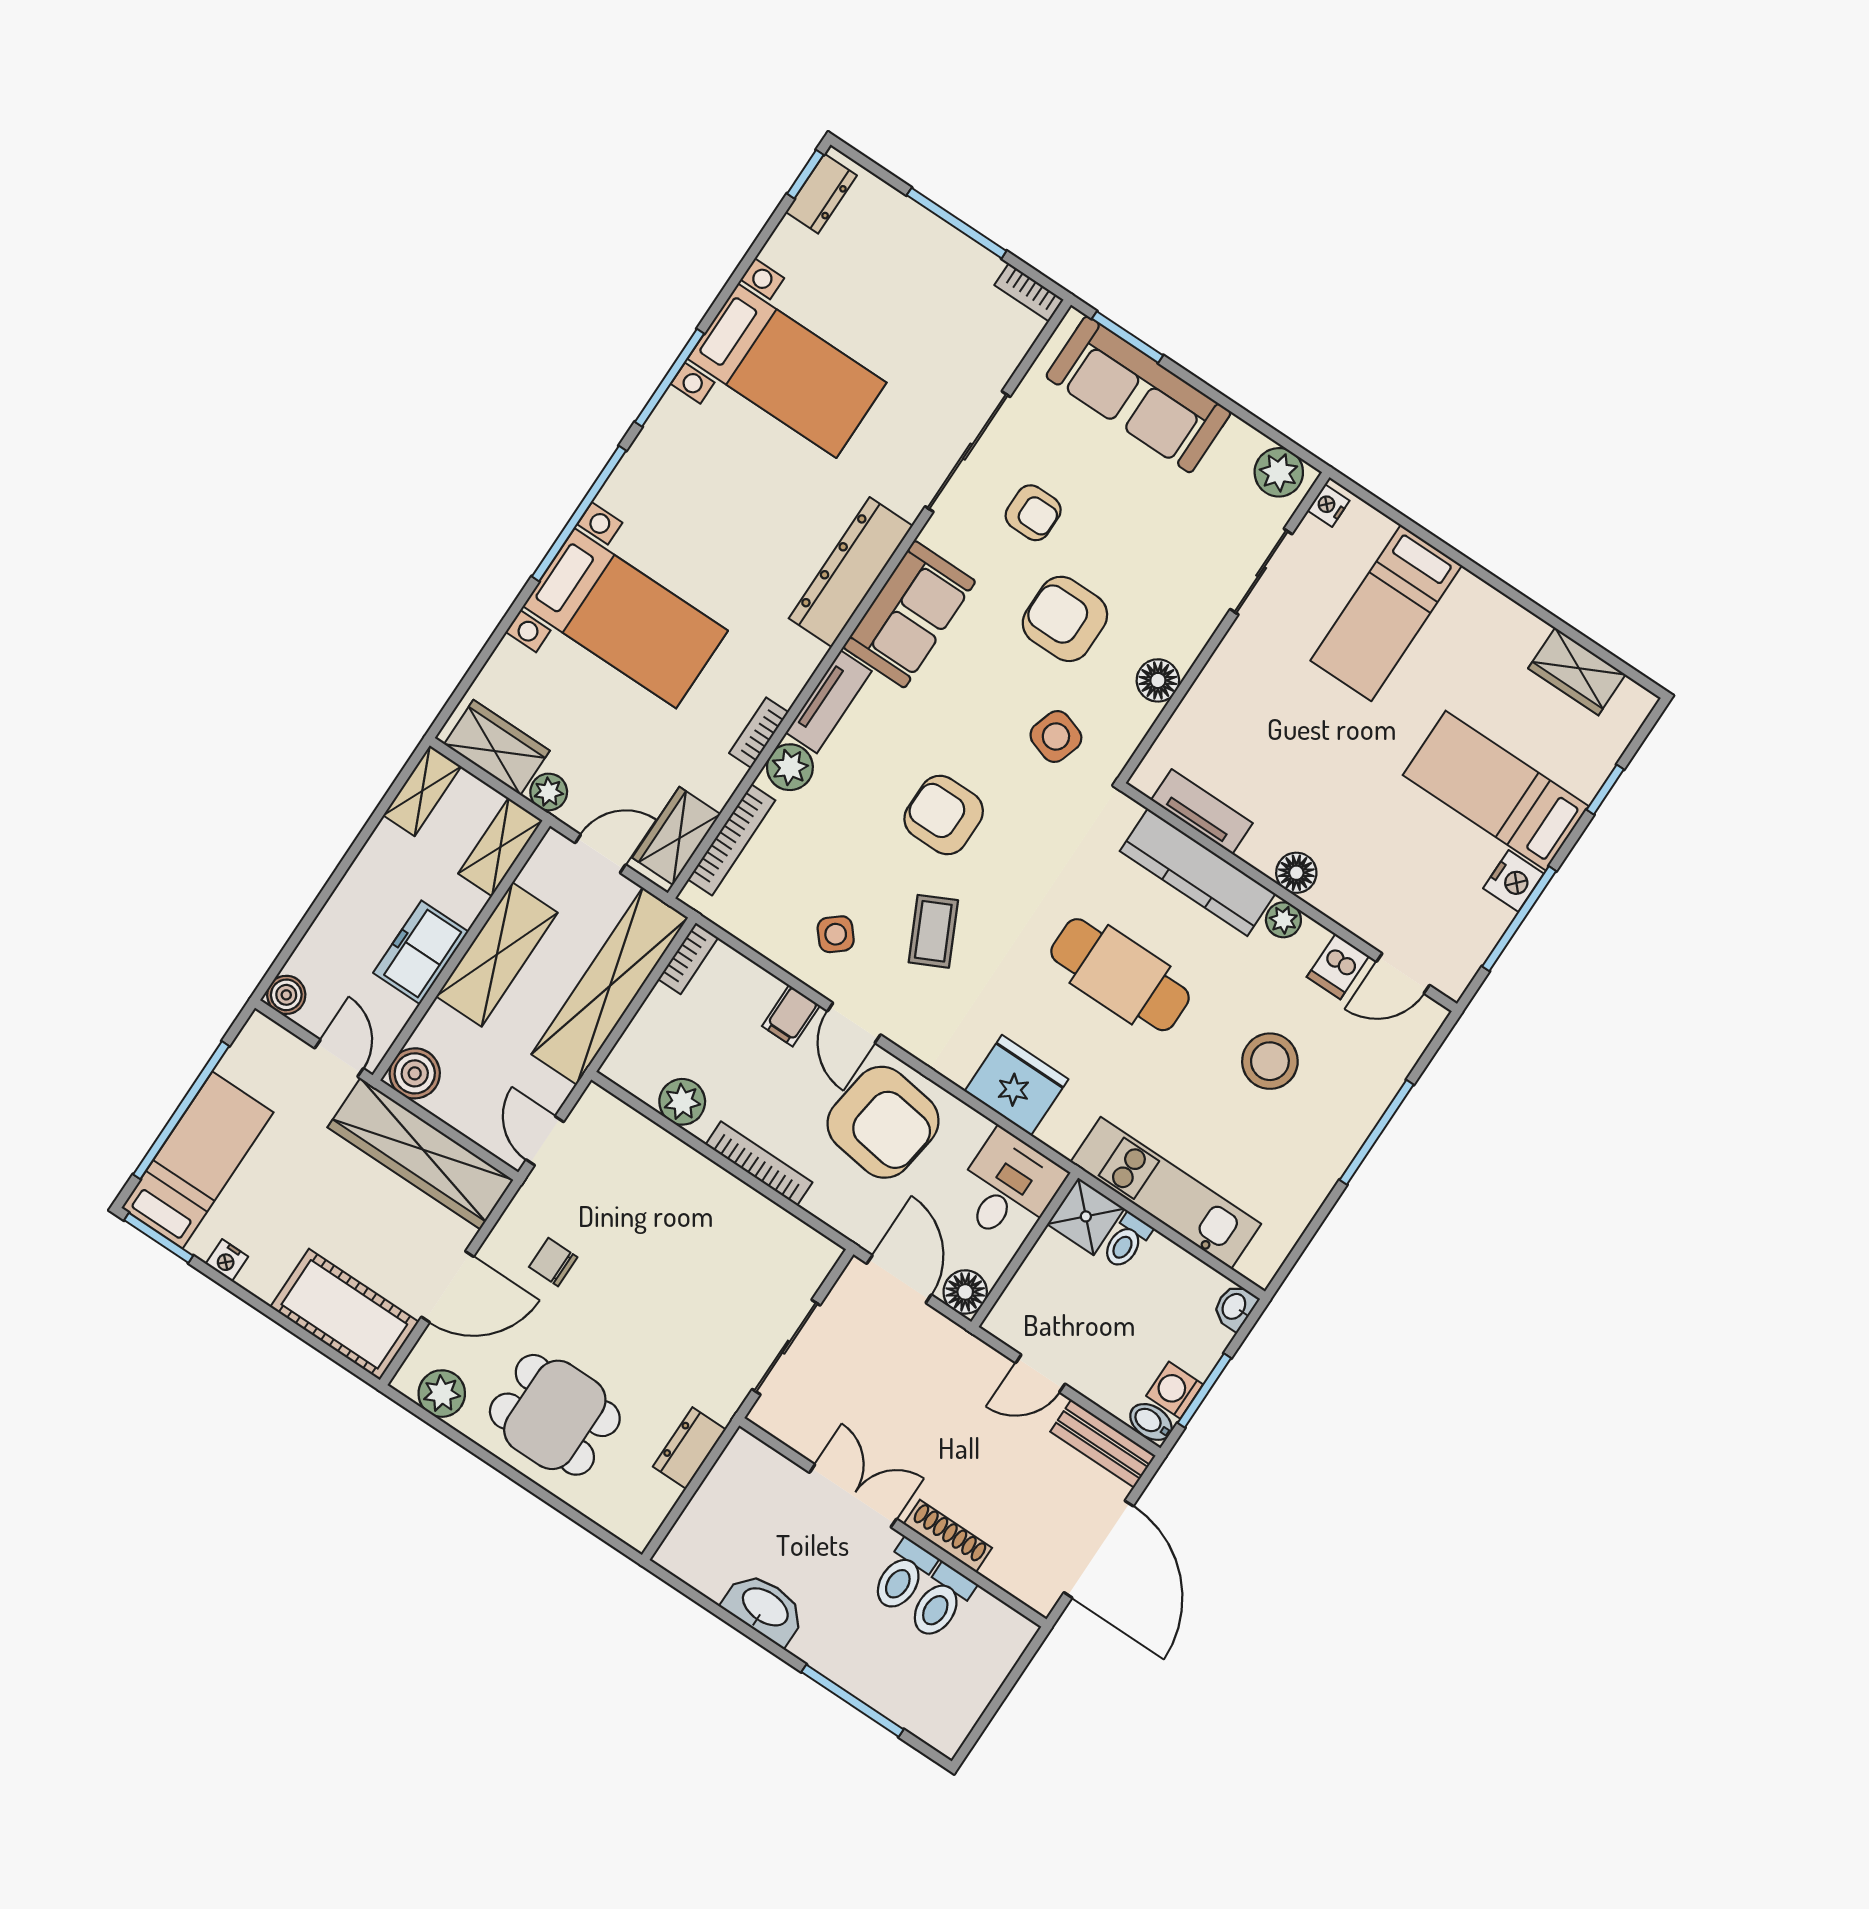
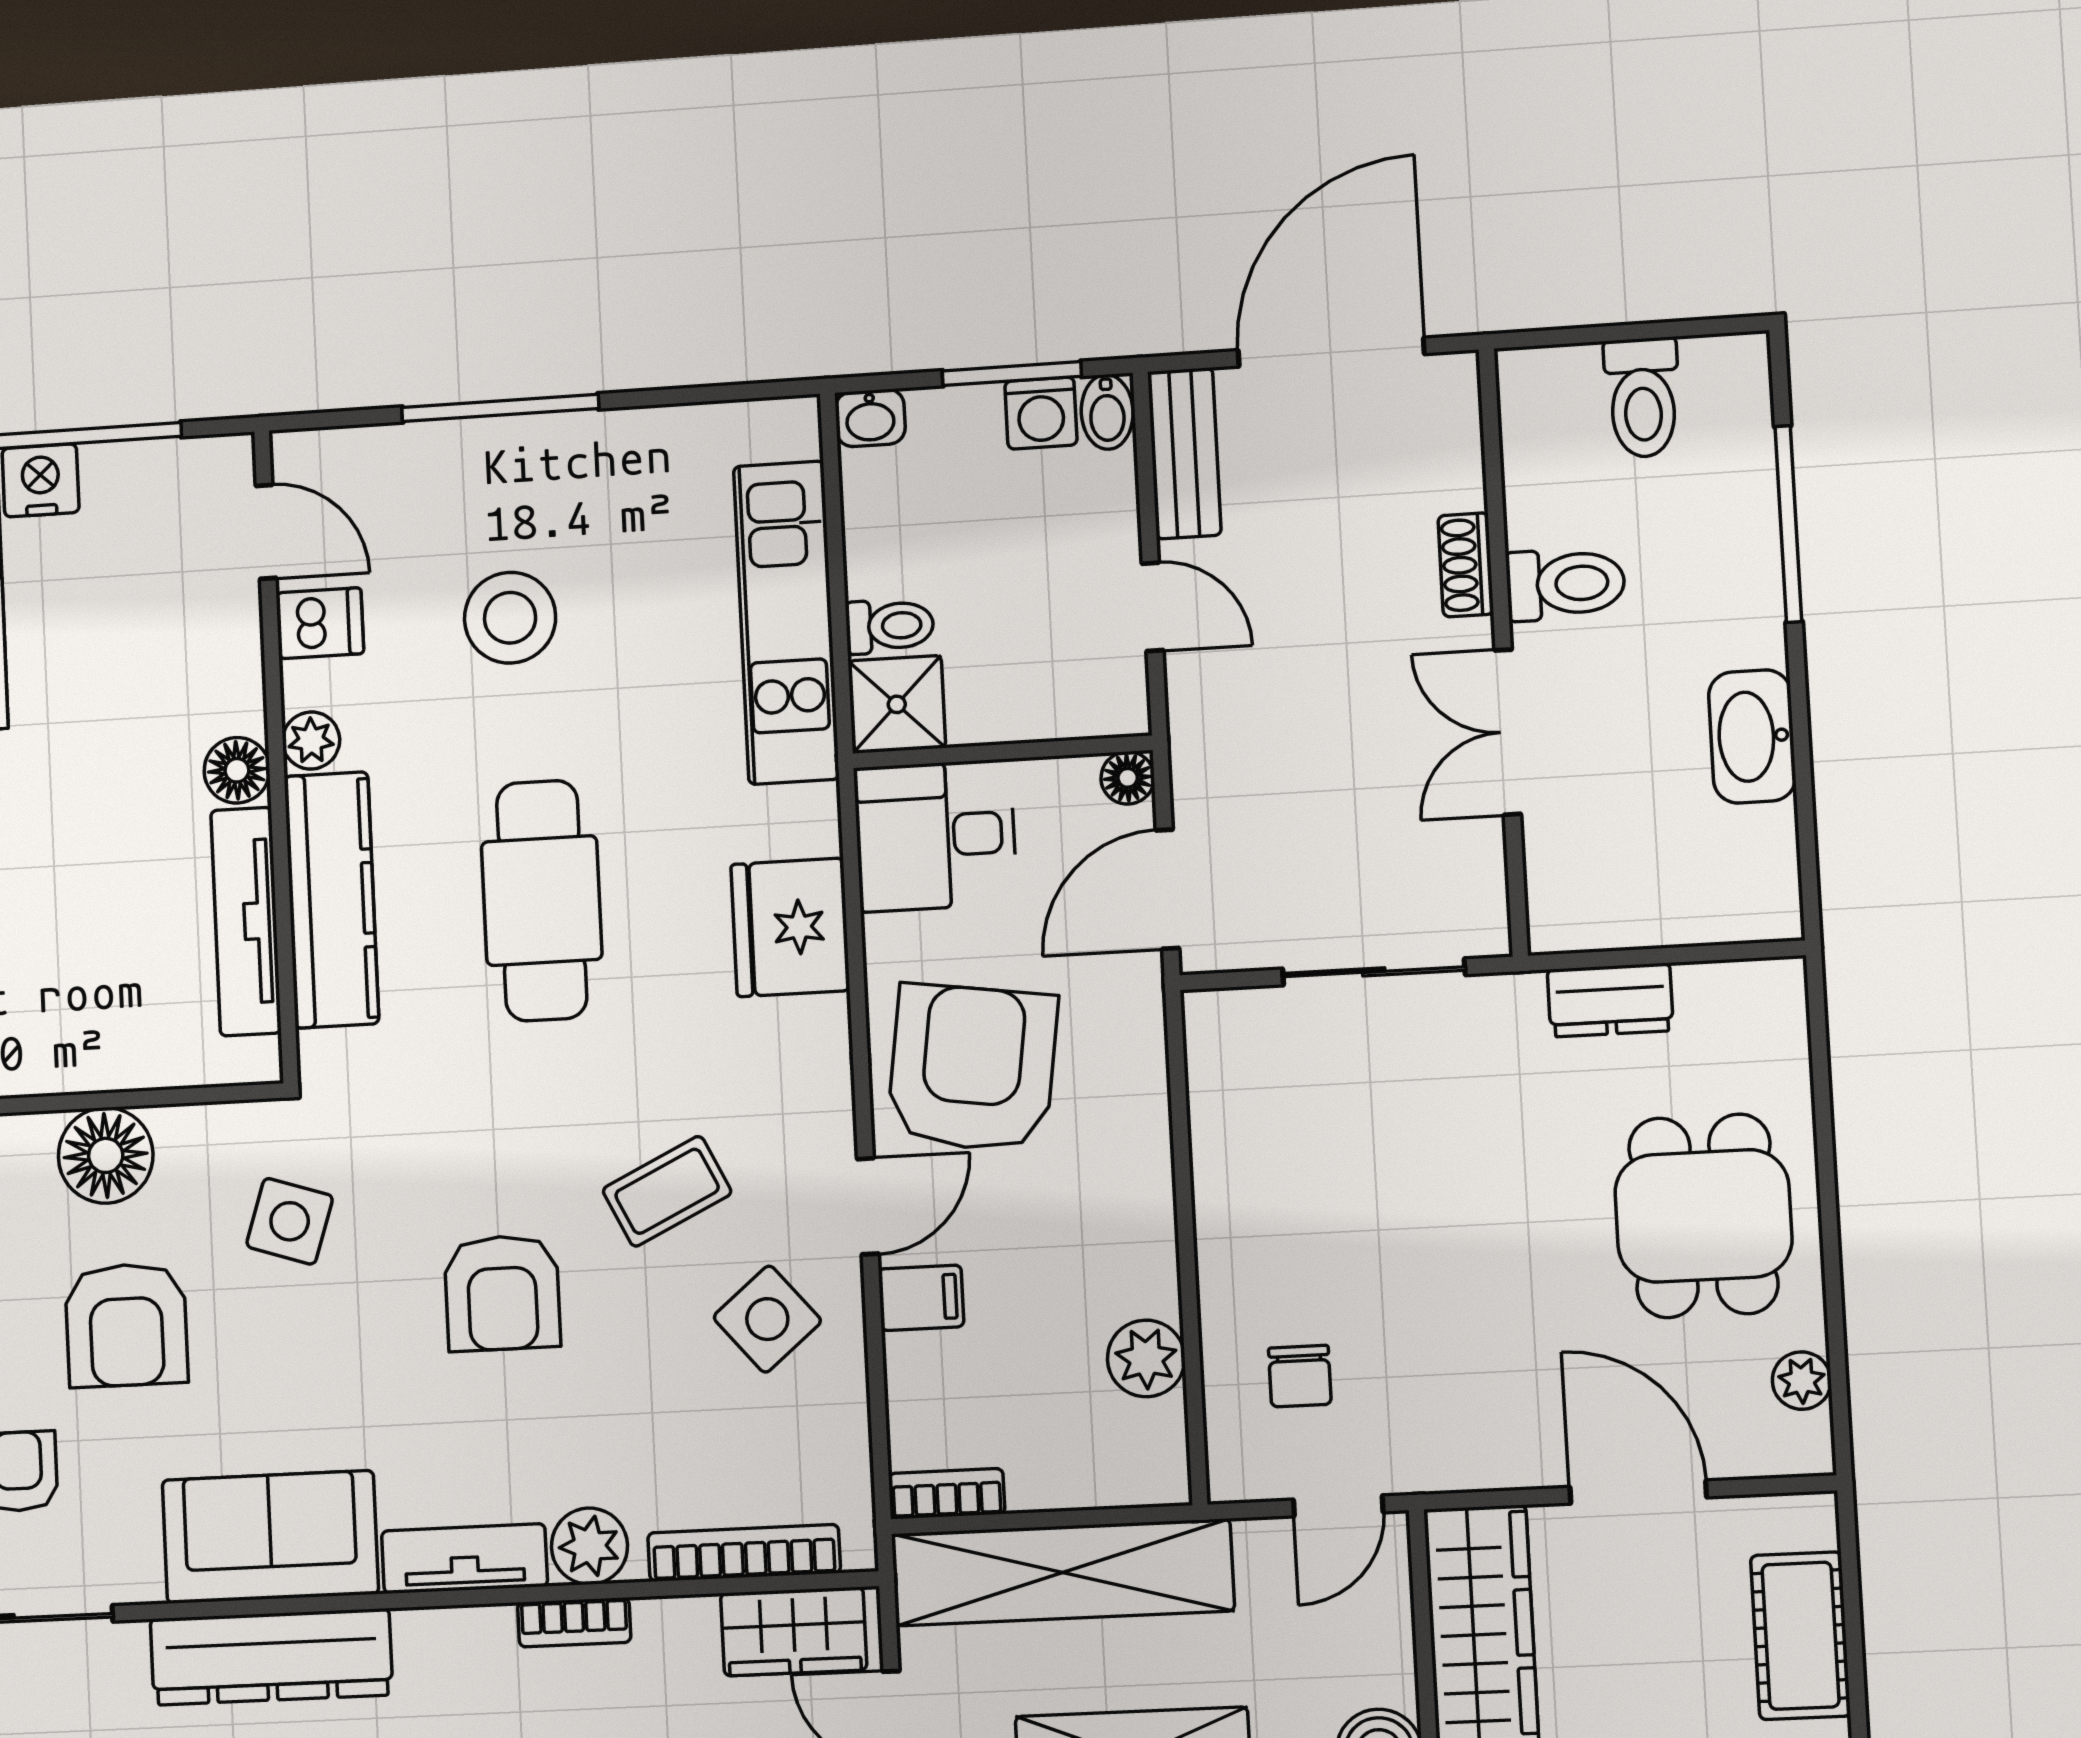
floor lamp: (1158, 680) -> (106, 1155), width x1.38, depth x1.38
tv unit: (1202, 812) -> (246, 922), width x1.41
side table: (836, 934) -> (767, 1319), width x1.37, depth x1.37
bookcase: (759, 1164) -> (1152, 1193), removed
chair: (553, 1262) -> (1300, 1376), moved
floor lamp: (965, 1292) -> (1128, 778), width x0.73, depth x0.73
cot: (344, 1314) -> (1801, 1636), width x0.73, depth x0.75
plant: (442, 1394) -> (1802, 1381), width x0.73, depth x0.73
shoe rack: (948, 1536) -> (1466, 565), width x0.70
toilet: (941, 1602) -> (1643, 398), moved, turned 90

